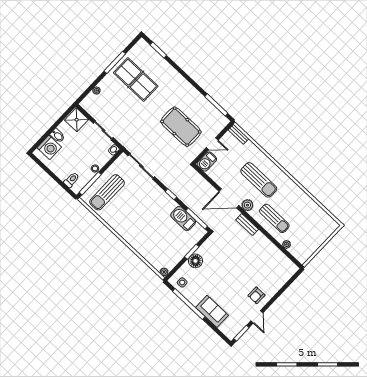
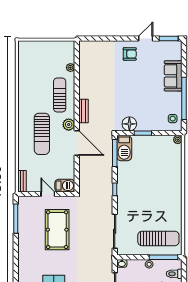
sun lounger: (259, 180) -> (42, 134), turned 180
barbecue: (183, 218) -> (124, 148), moved
floor lamp: (195, 261) -> (129, 124), moved

